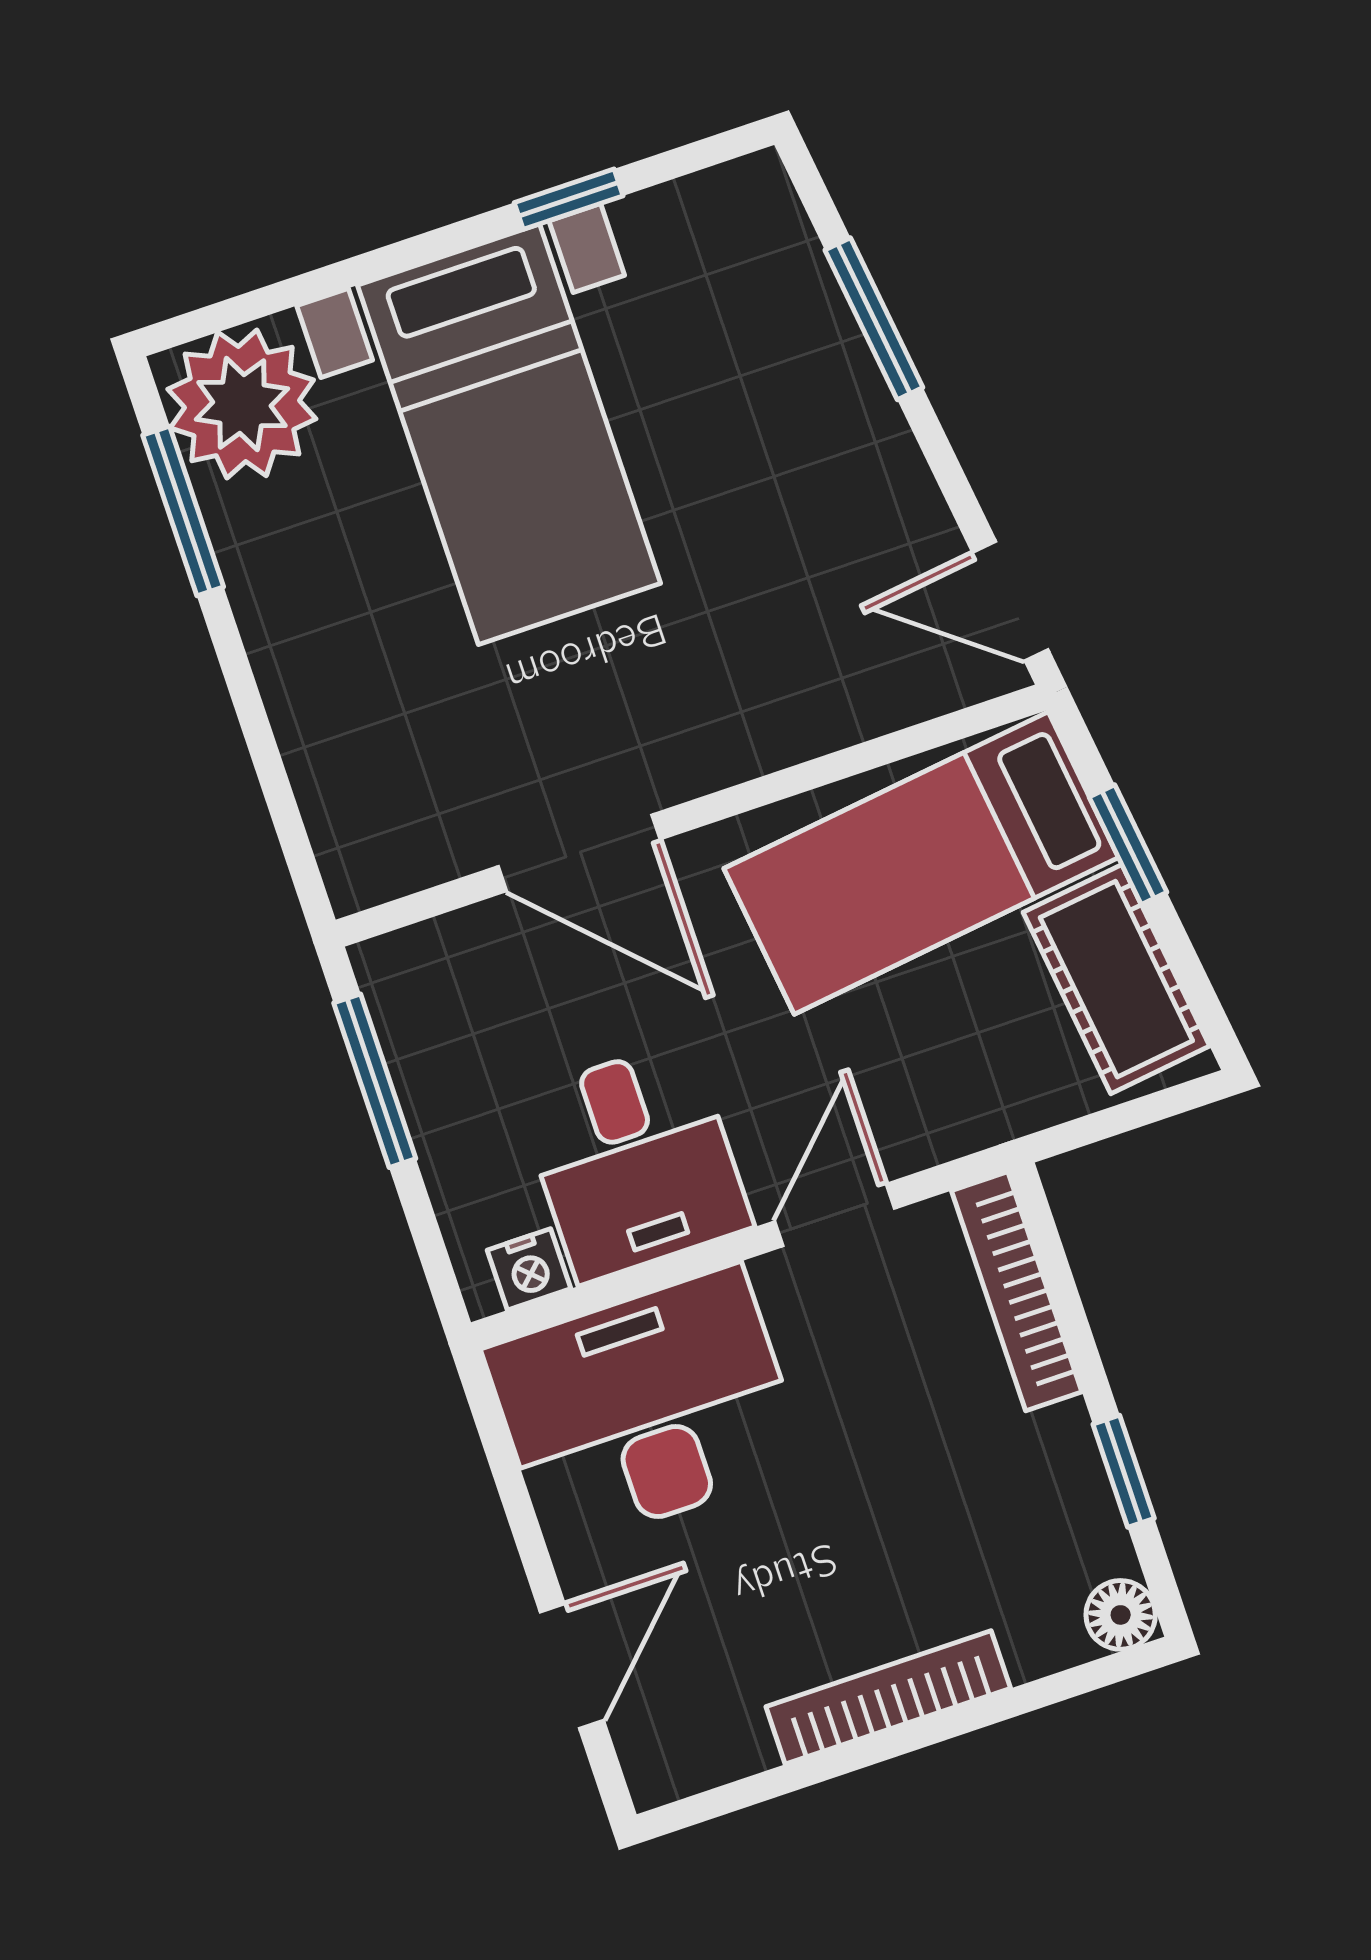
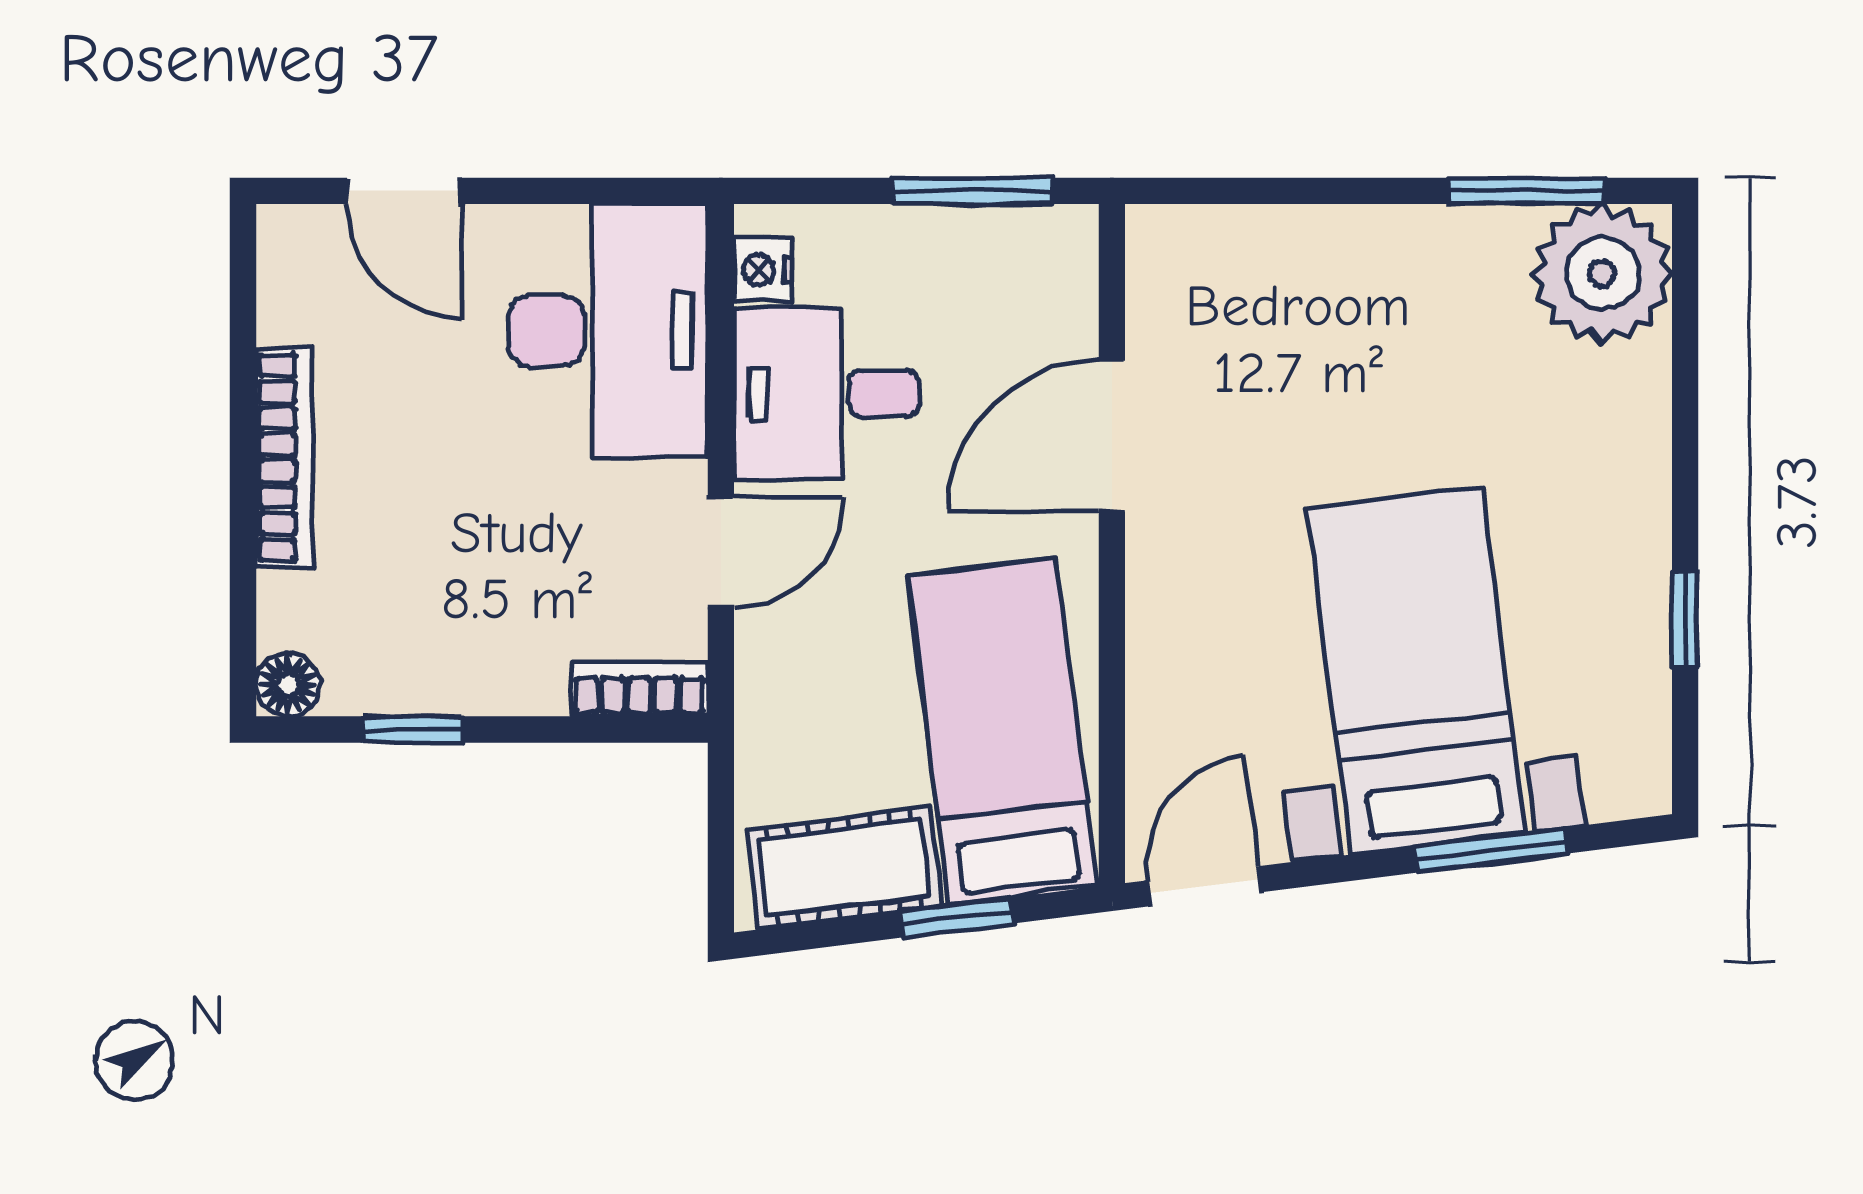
bed with nightstands: (509, 434) -> (1416, 670), moved, turned 83
door: (835, 1215) -> (721, 553), hinge flipped
bookcase: (1017, 1291) -> (639, 689), width x0.64

